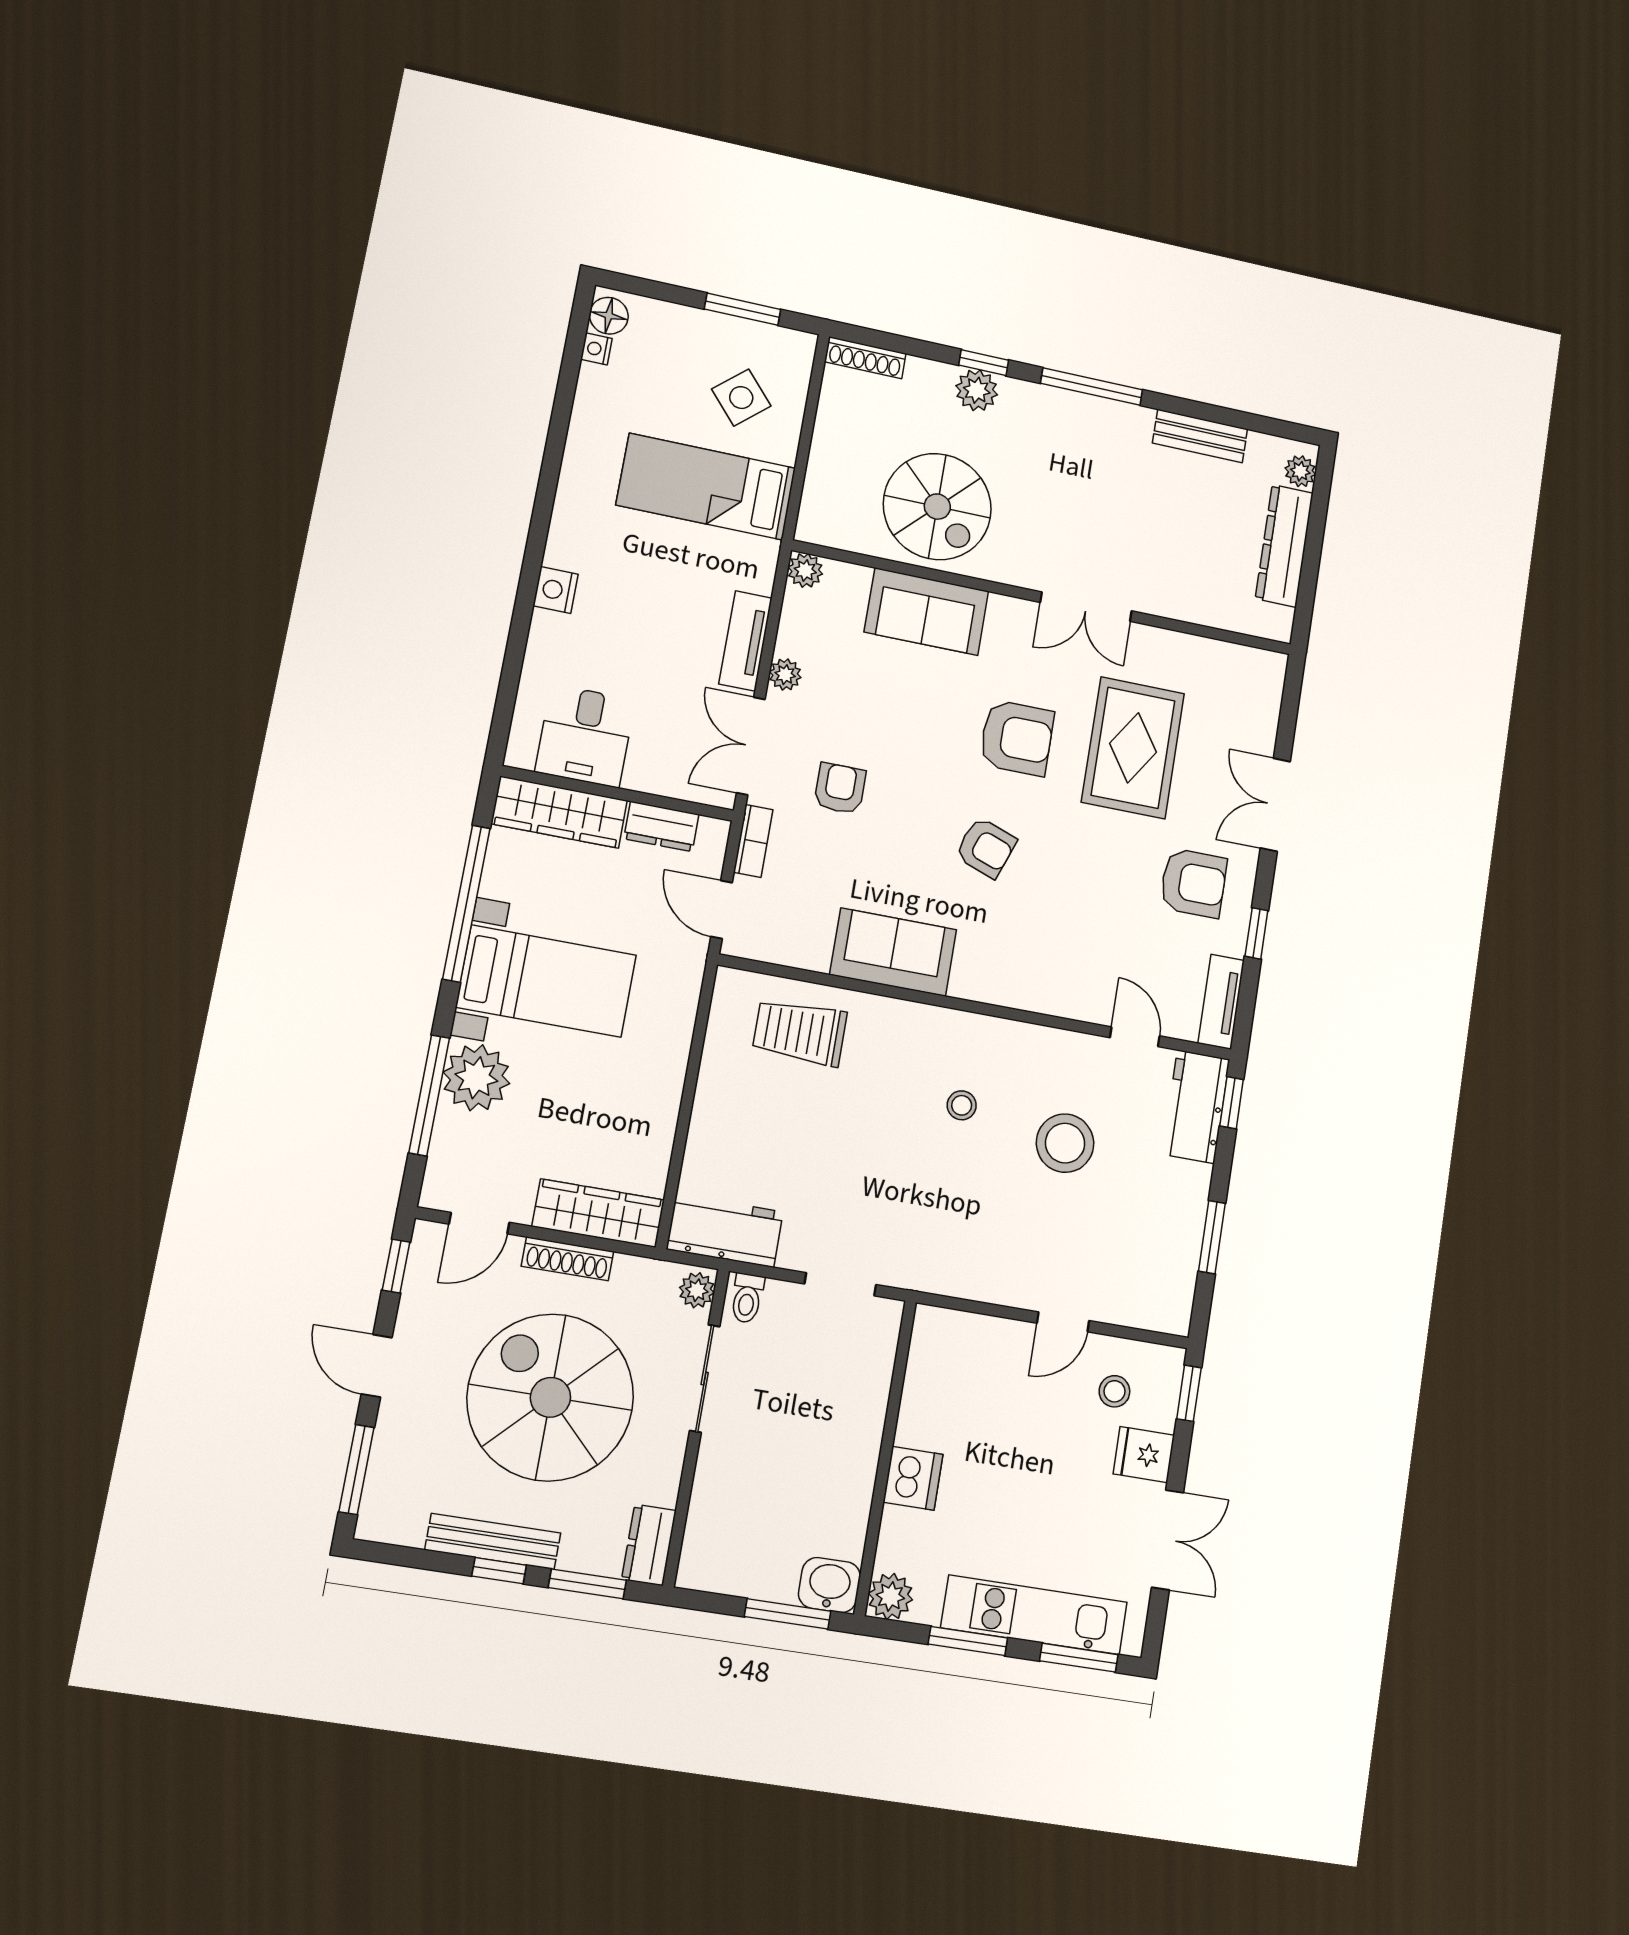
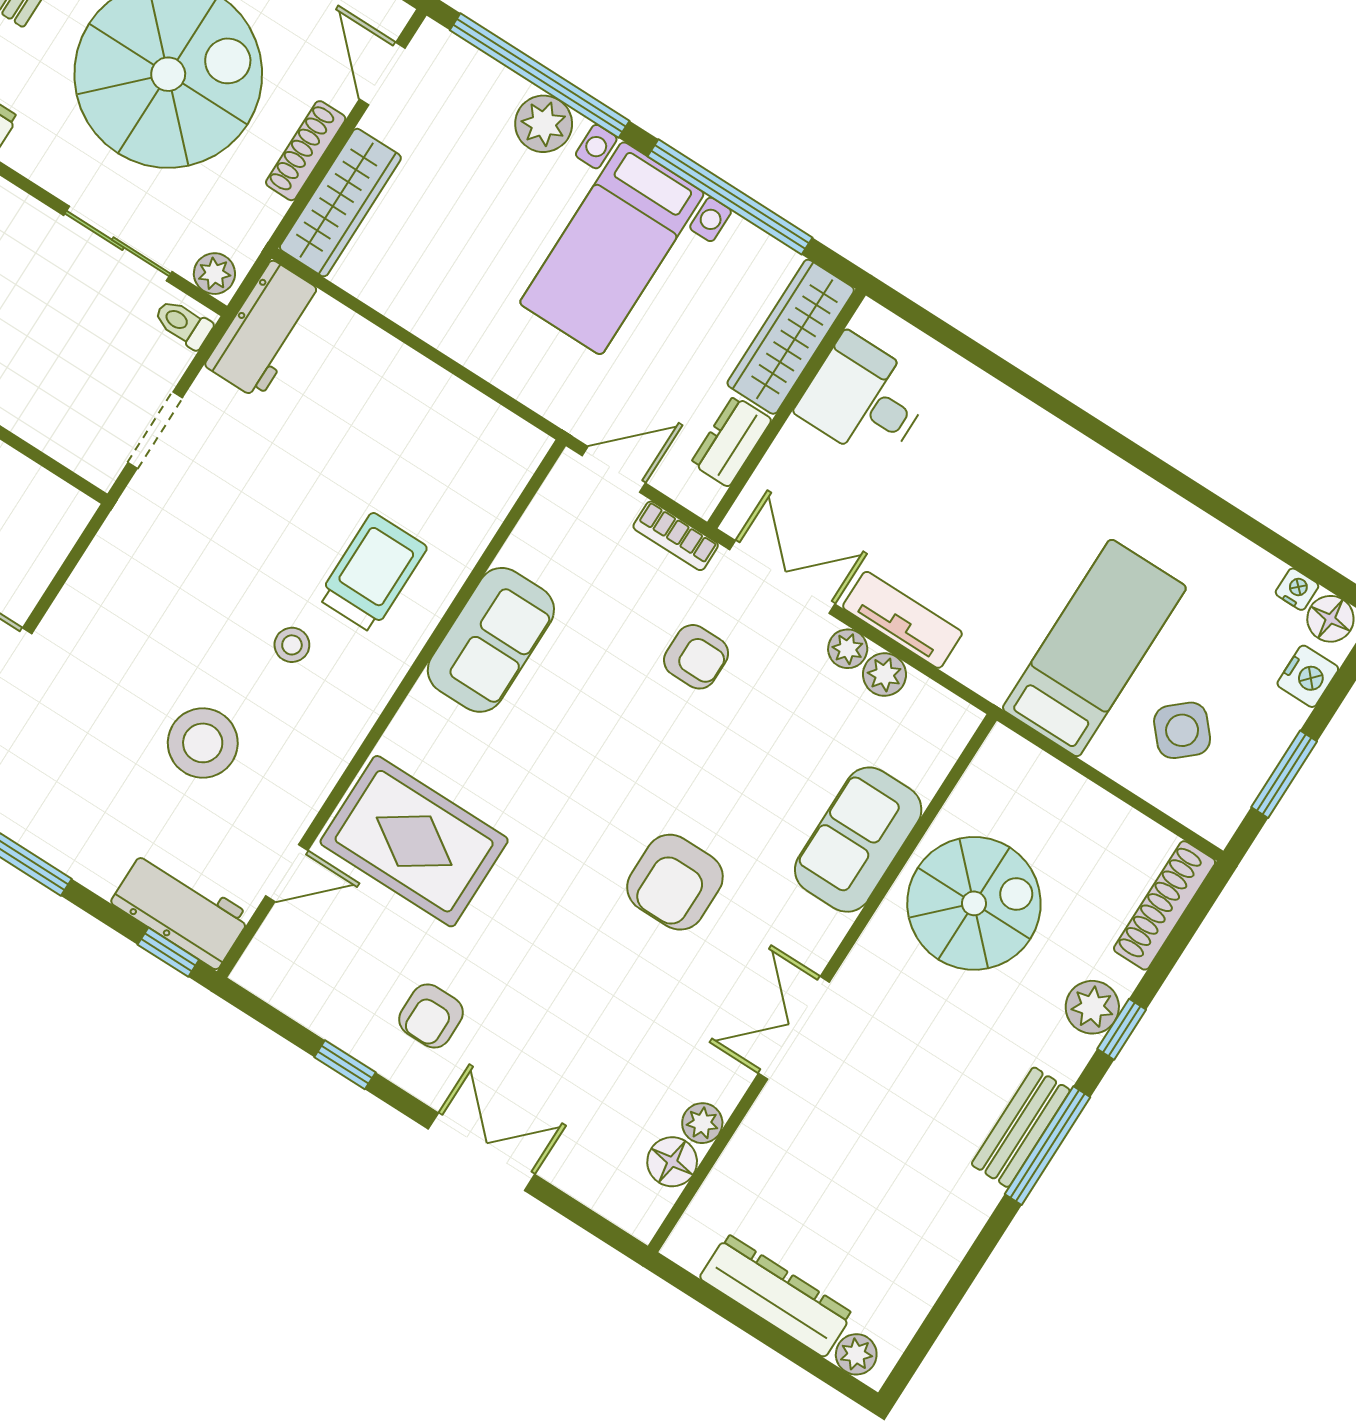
shoe rack: (865, 358) -> (1165, 905), width x1.36, depth x1.24
bench: (1200, 436) -> (1021, 1127), moved
spiral stairs: (937, 507) -> (974, 903), turned 180
plant: (805, 570) -> (884, 675), moved
nightstand: (556, 590) -> (1308, 676), moved, turned 90
plant: (1184, 648) -> (702, 1123), added
floor lamp: (1222, 660) -> (672, 1162), added
rug: (1133, 748) -> (414, 841), moved
armchair: (986, 847) -> (565, 794), removed
armchair: (1193, 883) -> (431, 1016), width x0.72, depth x0.72
tv unit: (1221, 1002) -> (285, 990), removed
trolley: (800, 1032) -> (372, 573), moved
plant: (476, 1078) -> (544, 124), width x0.73, depth x0.73
window: (429, 1095) -> (540, 76), width x1.46

